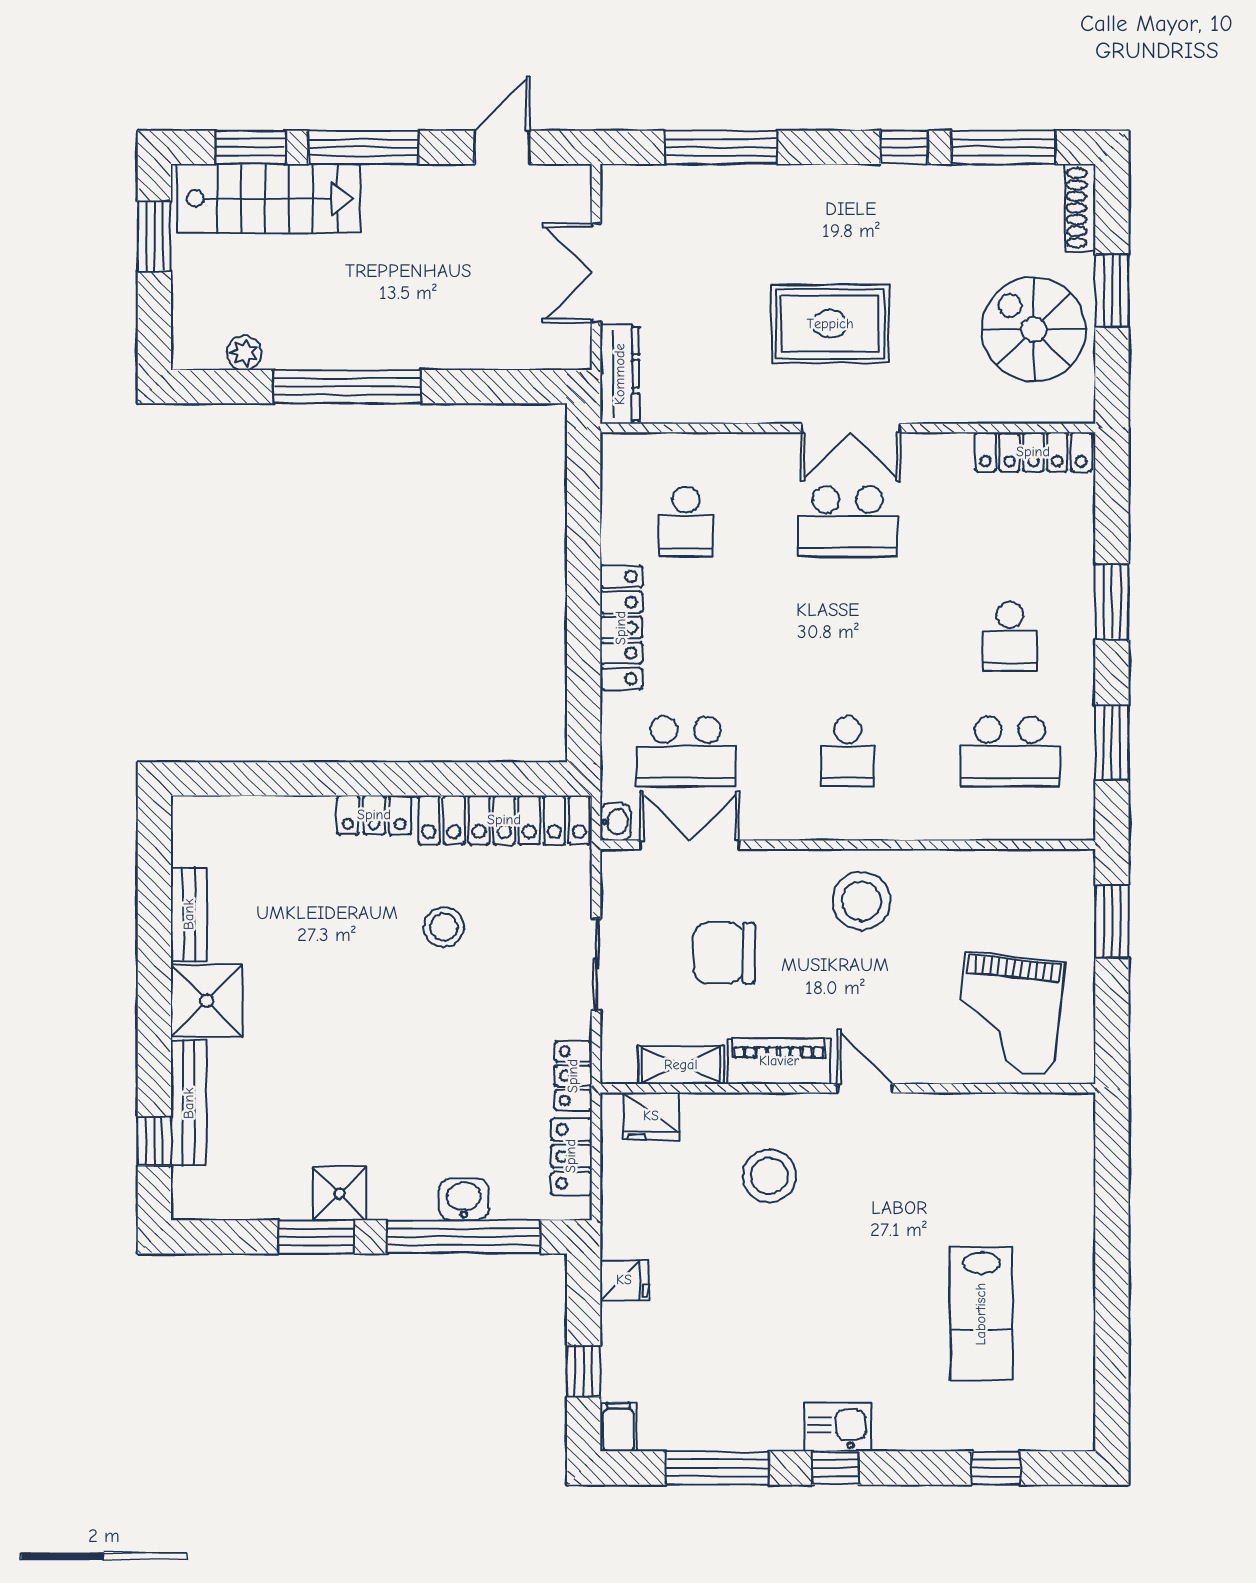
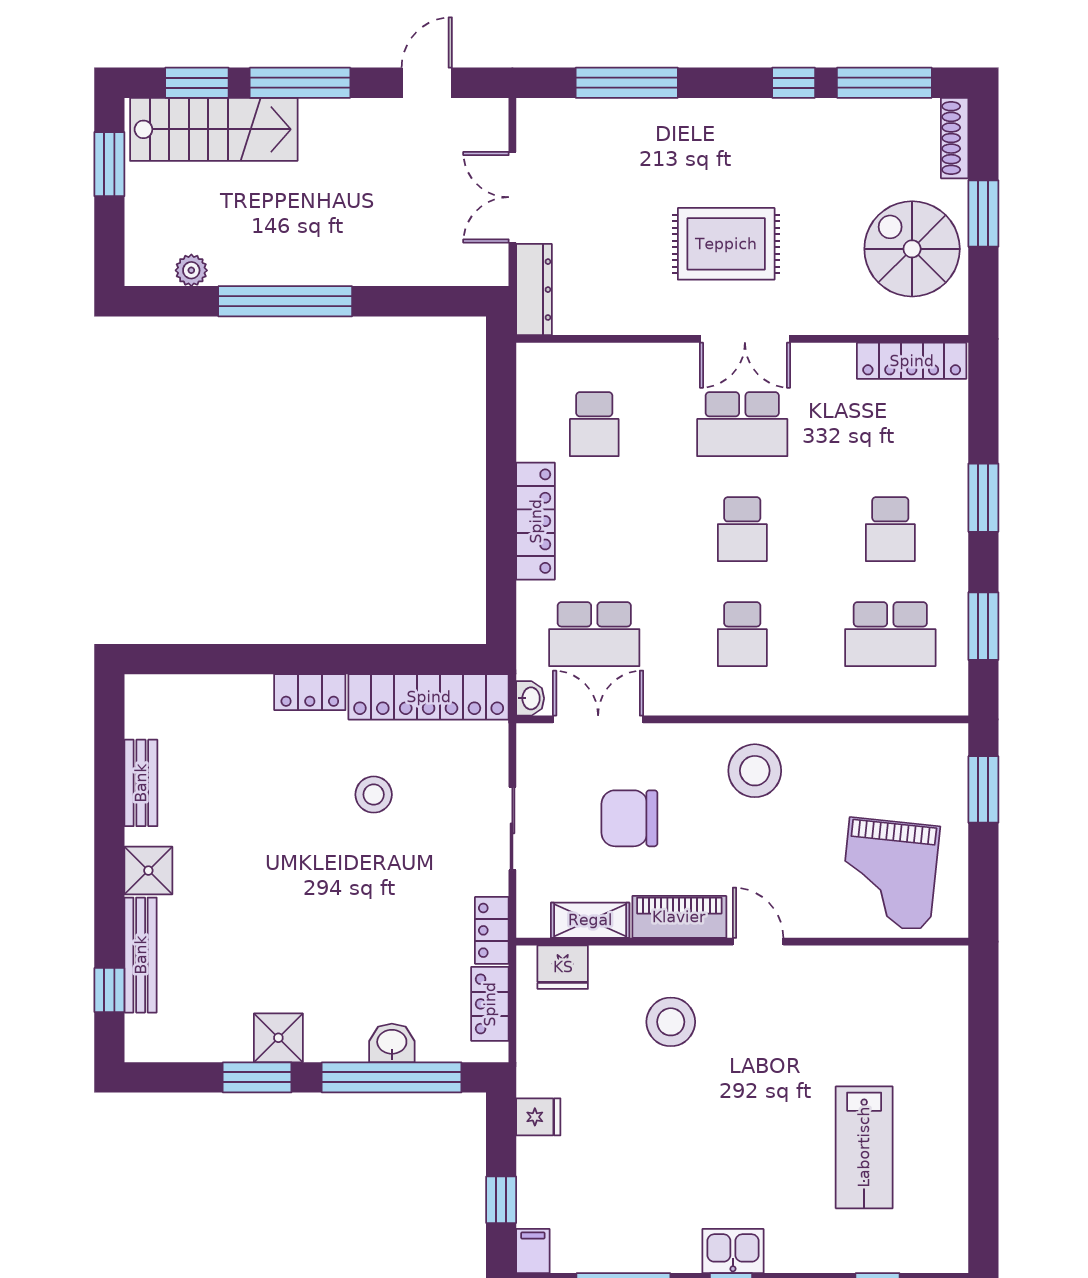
school desk: (848, 636) -> (742, 529), added
shower: (207, 1001) -> (148, 871), width x0.73, depth x0.73

